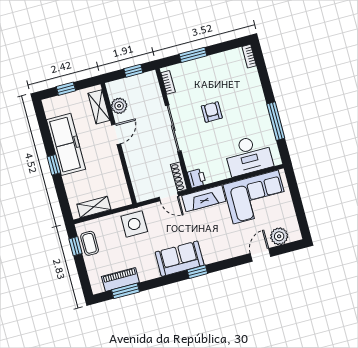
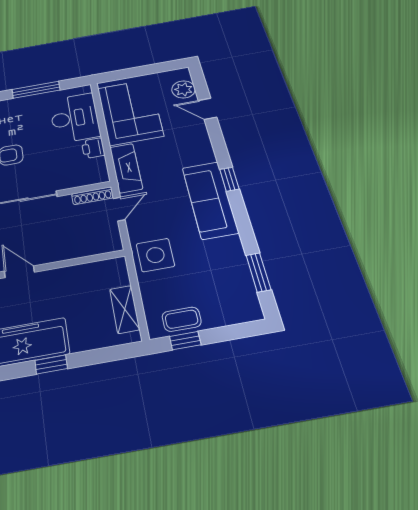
printer: (197, 178) -> (93, 148), moved, turned -90
sofa: (180, 259) -> (210, 200), width x1.36
piano: (120, 279) -> (240, 278), removed

